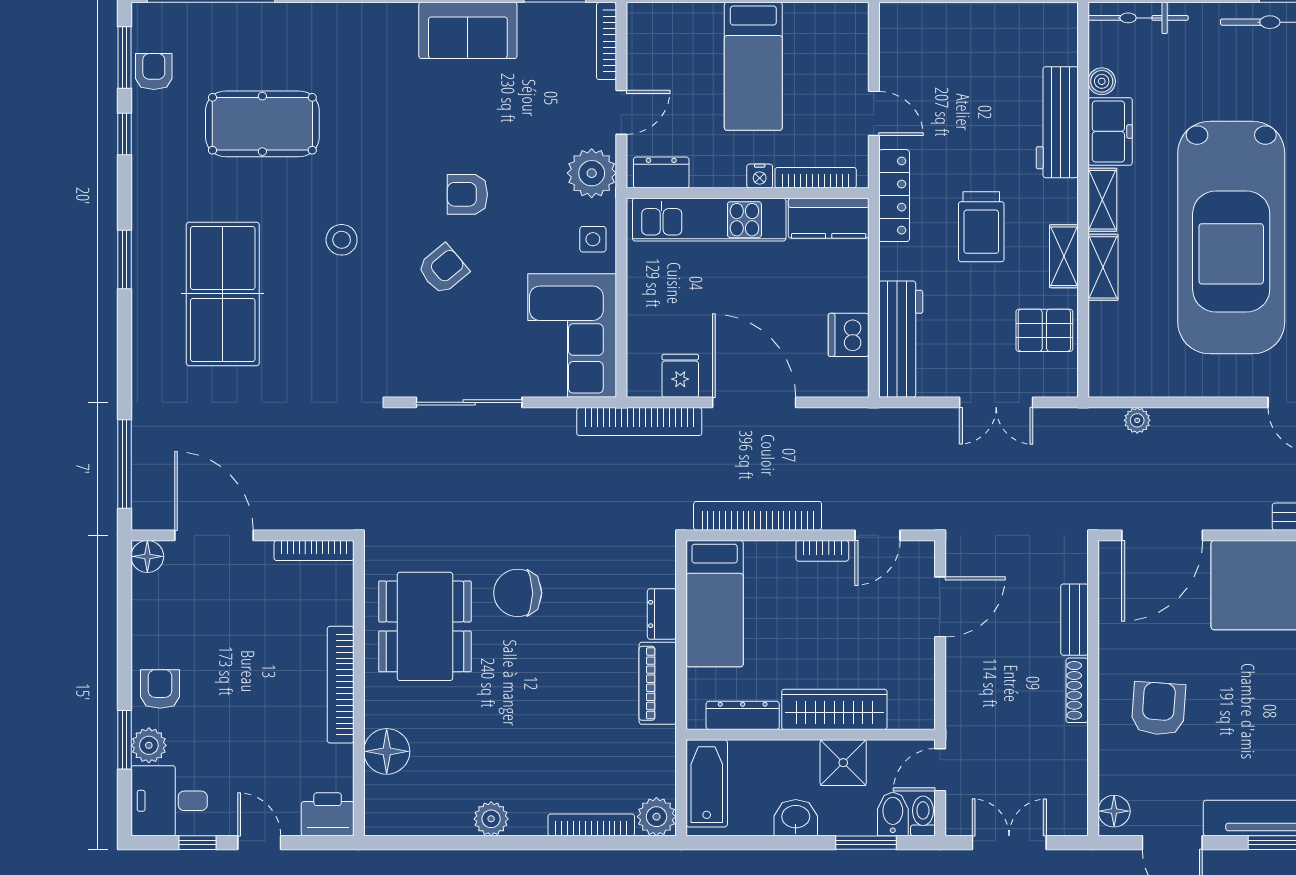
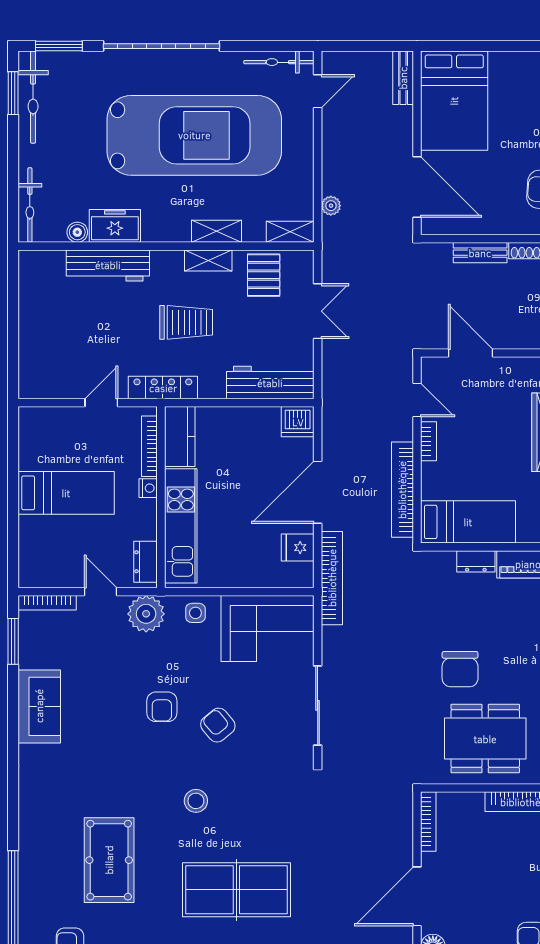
shelving: (1102, 200) -> (290, 232), moved
dishwasher: (849, 335) -> (298, 422), moved

